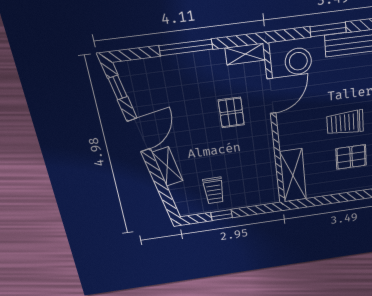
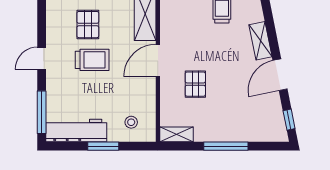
stool: (298, 61) -> (131, 122), width x0.53, depth x0.53
door: (271, 96) -> (158, 60), moved
pallet: (351, 157) -> (88, 25), turned 90

